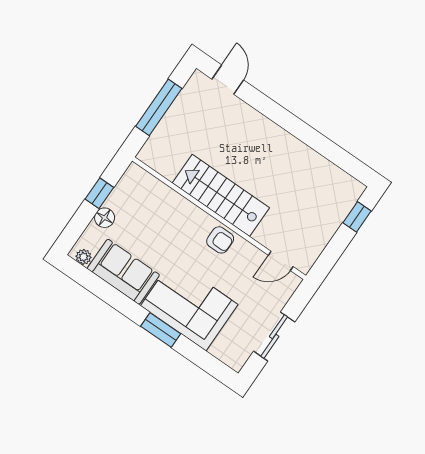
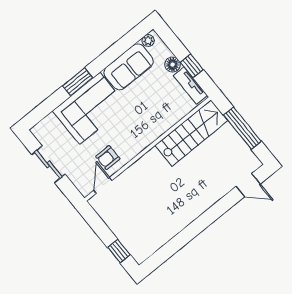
tv unit: (124, 188) -> (190, 85), added
stairs: (221, 195) -> (191, 133), moved
armchair: (220, 240) -> (108, 158), moved

